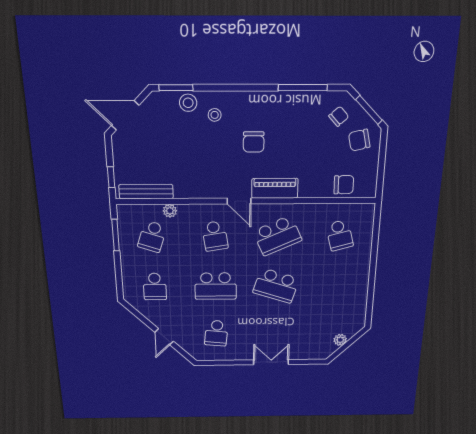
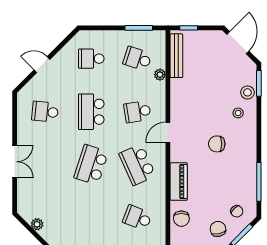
piano: (275, 188) -> (179, 181), moved
school desk: (340, 235) -> (137, 218), turned 36

